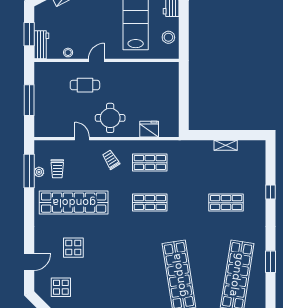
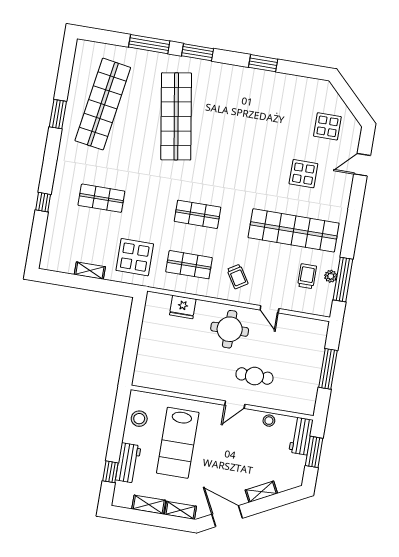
display table: (193, 161) -> (135, 257), added

